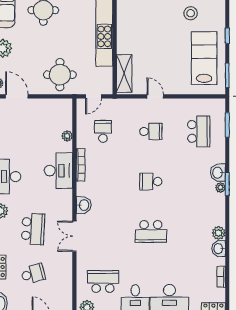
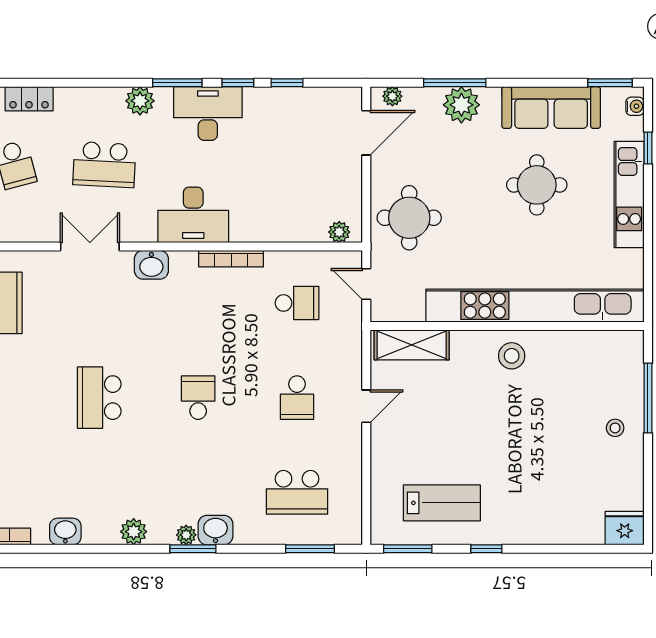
stool: (191, 13) -> (512, 356), moved
lab bench: (204, 58) -> (442, 503), width x0.73, depth x0.72
plant: (67, 136) -> (339, 232), moved
desk: (58, 171) -> (193, 215), moved
plant: (219, 233) -> (134, 532), moved

